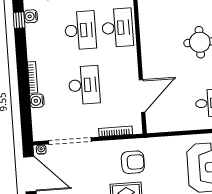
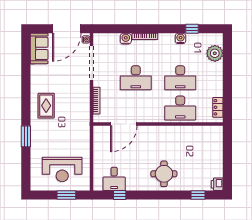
water cooler: (31, 16) -> (181, 38), moved
door: (142, 96) -> (124, 124), hinge flipped
armchair: (133, 162) -> (71, 113), removed

